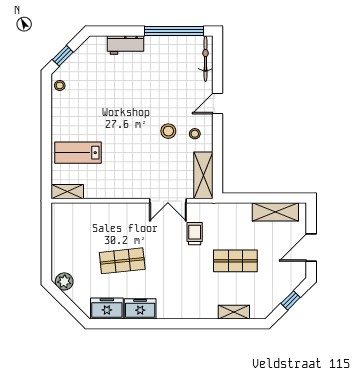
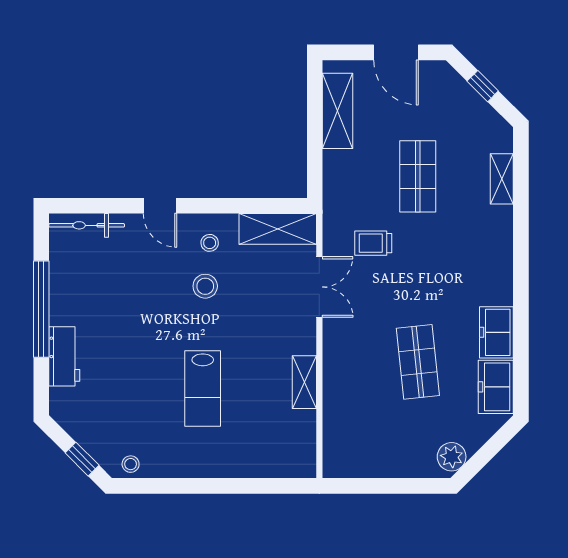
window: (174, 31) -> (41, 309), moved
lab bench: (78, 153) -> (203, 389), moved
shelving: (67, 192) -> (304, 382), moved

